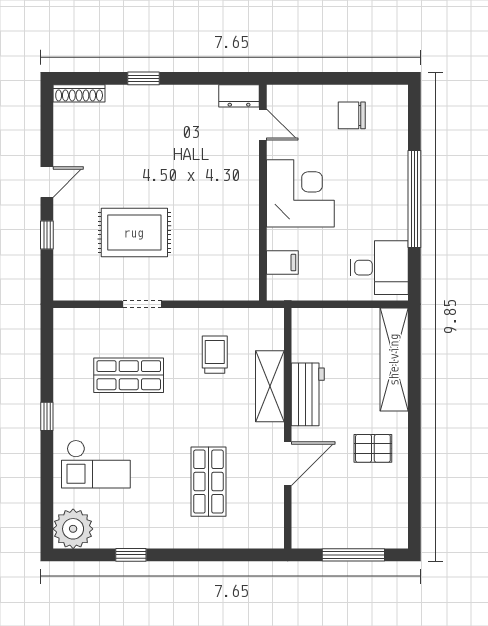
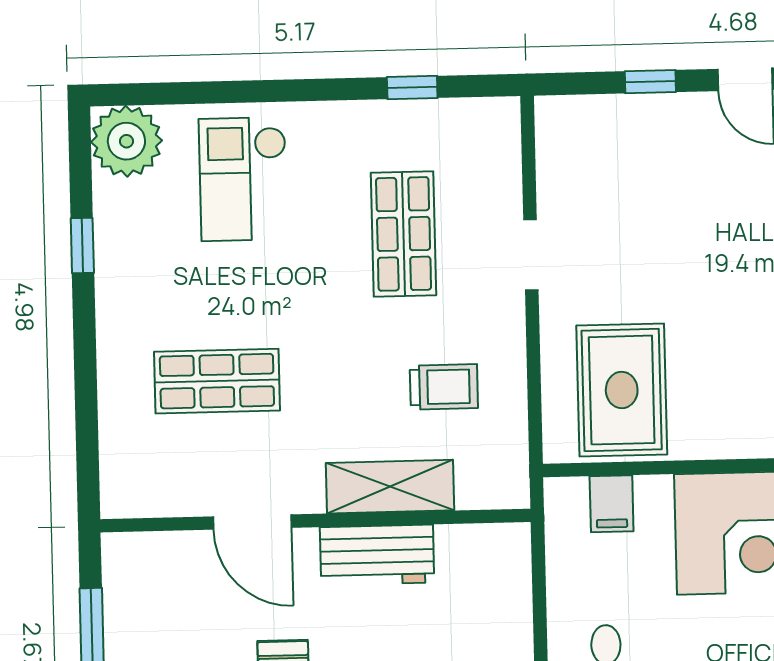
rug: (134, 233) -> (622, 390), moved
window: (47, 416) -> (412, 87), moved

